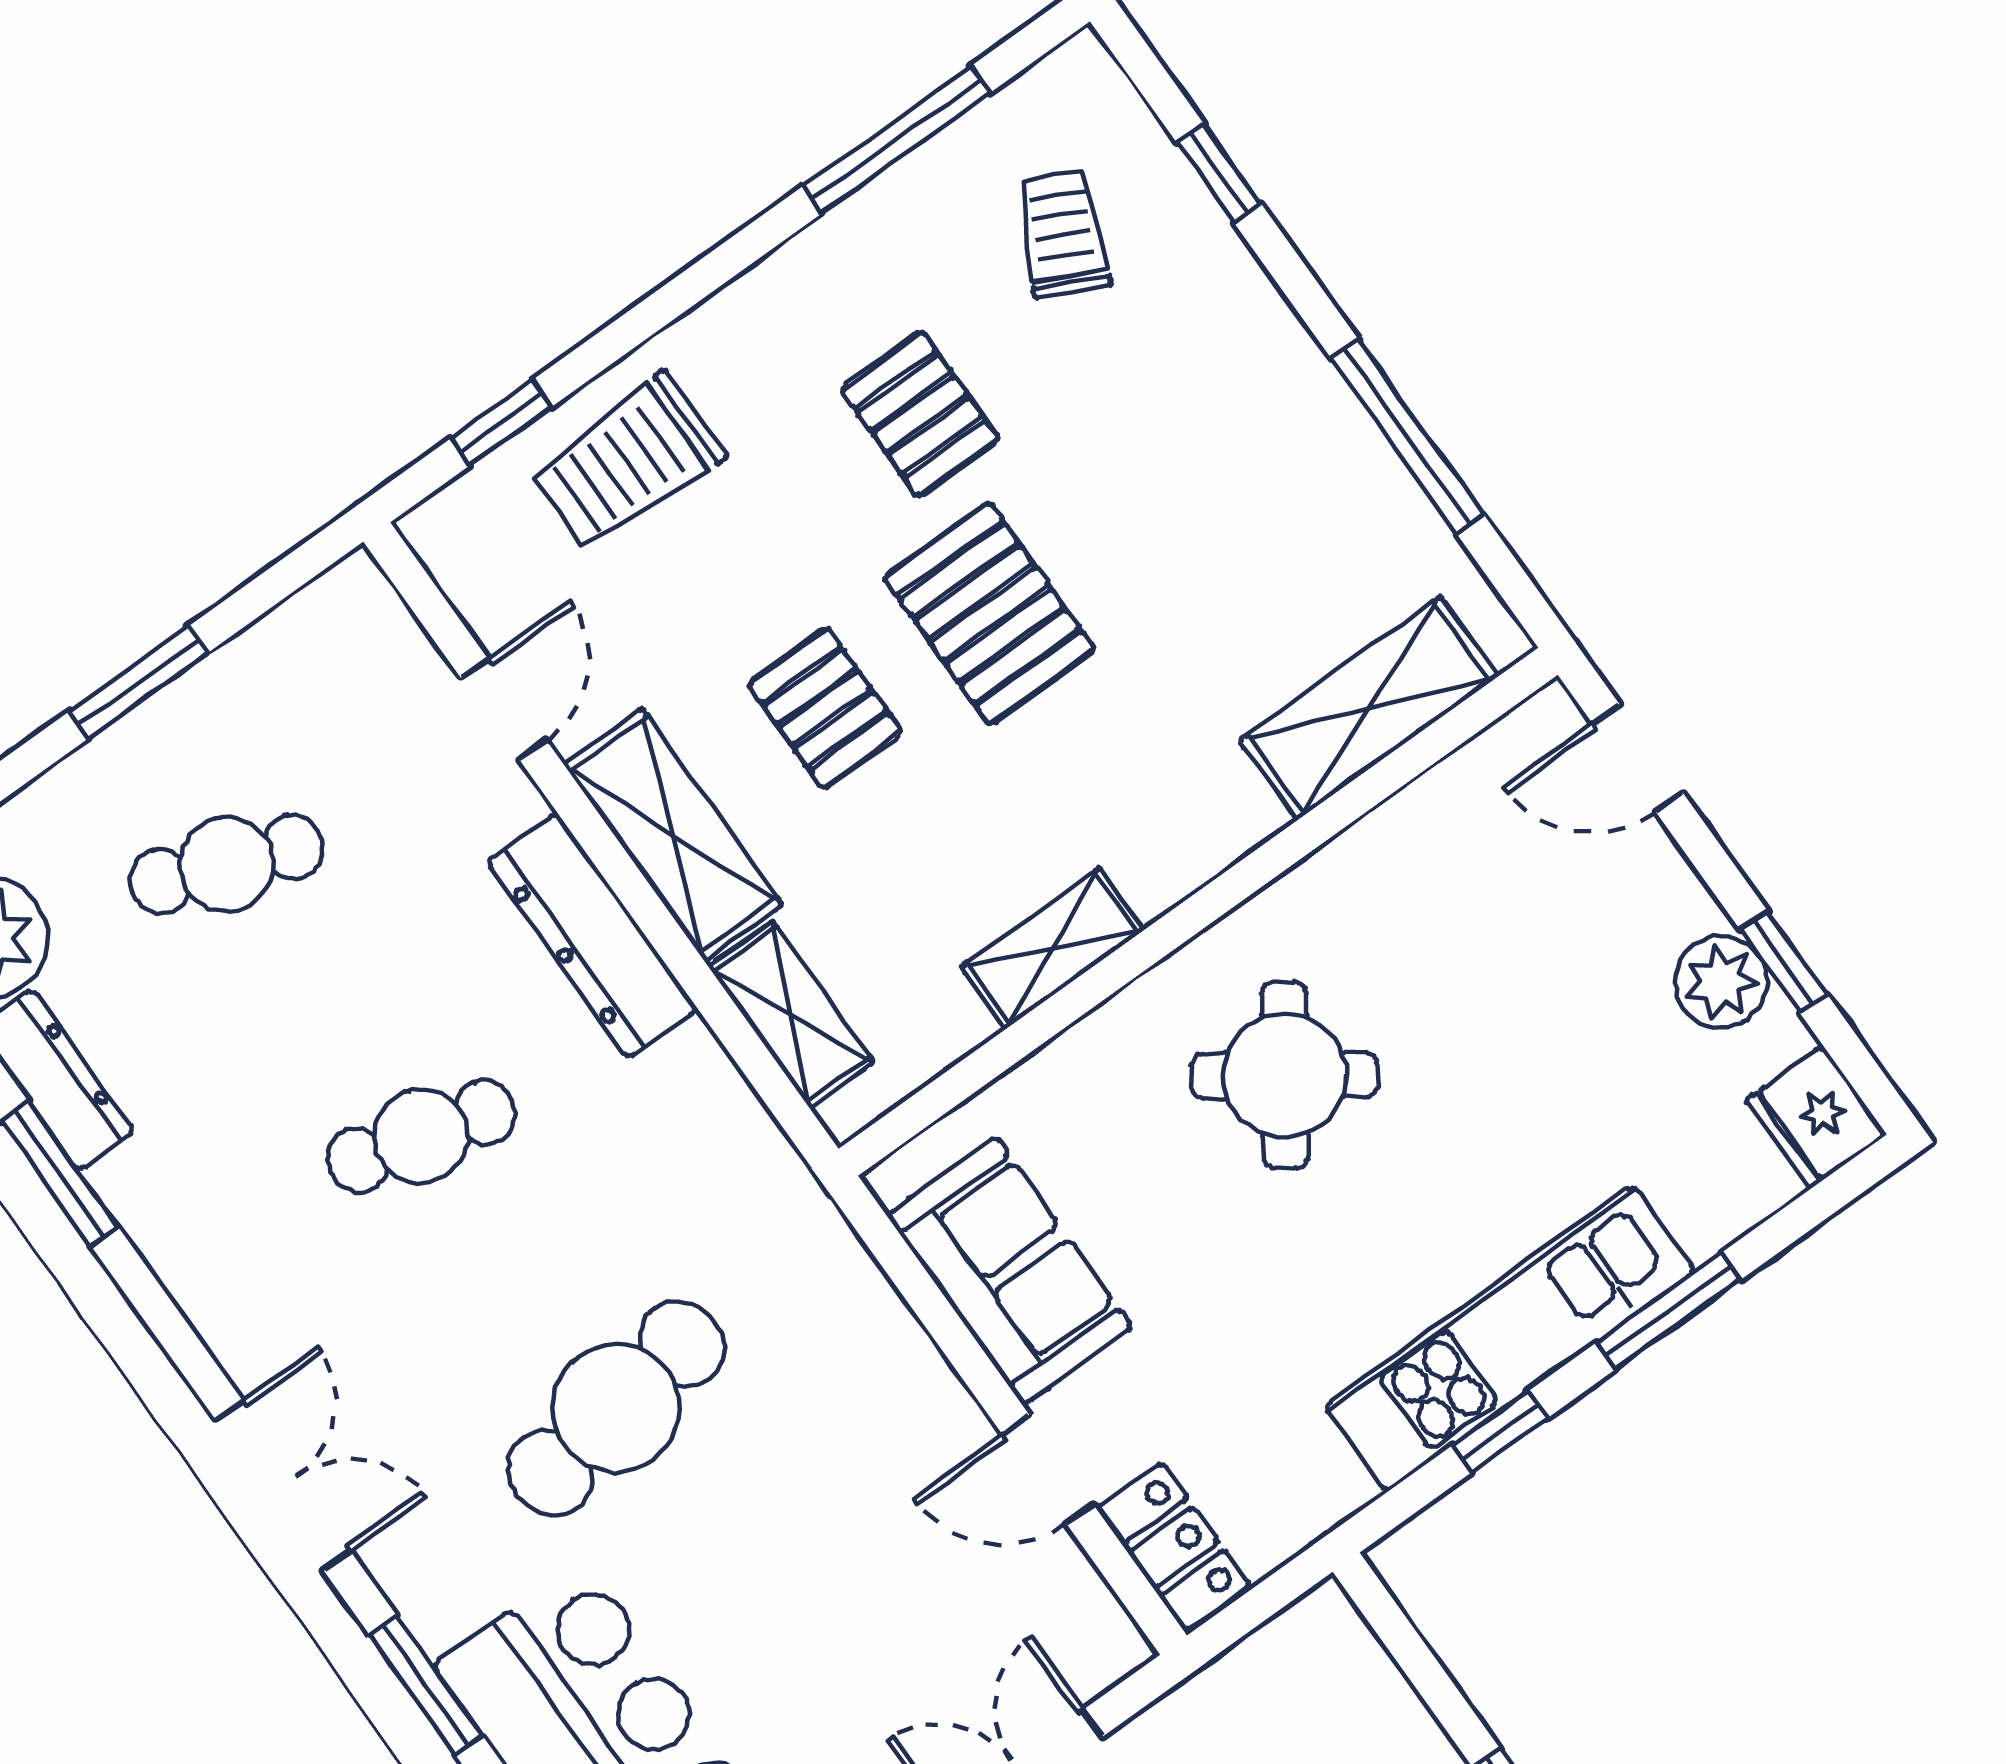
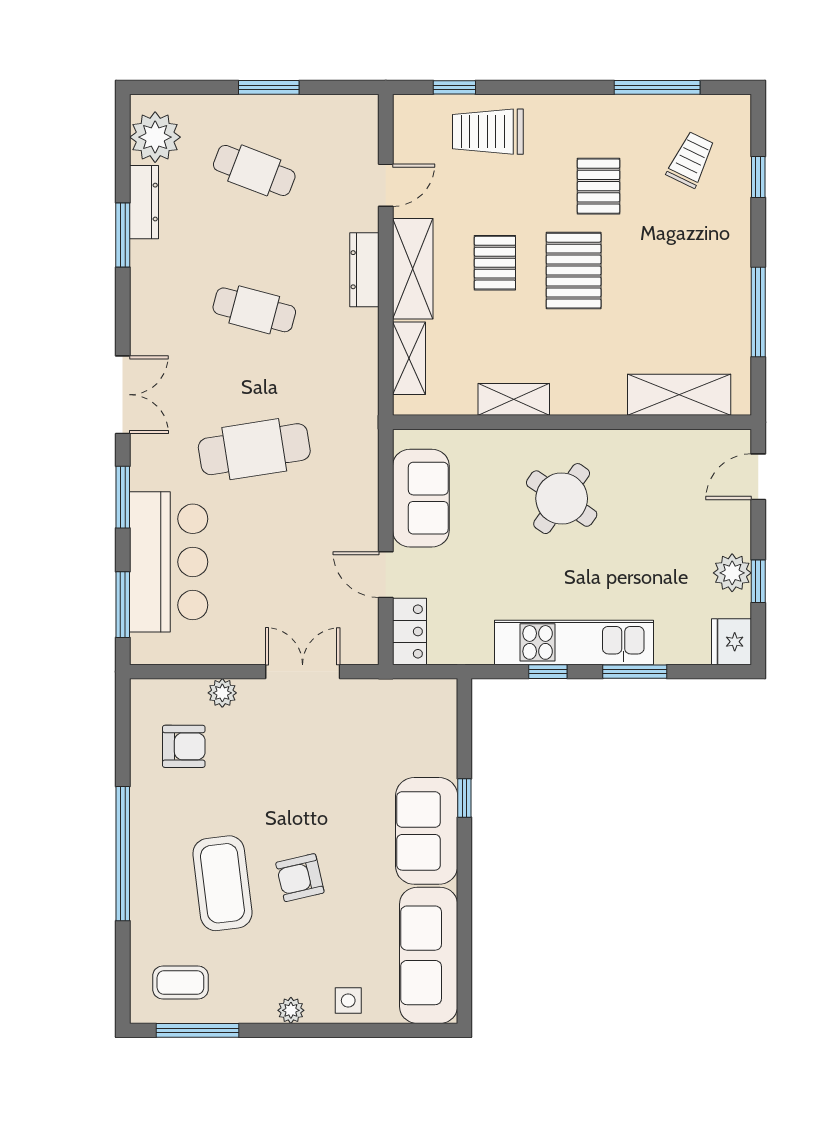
door: (1638, 758) -> (758, 477), hinge flipped
dresser: (592, 935) -> (364, 270), width x0.73, depth x0.80

